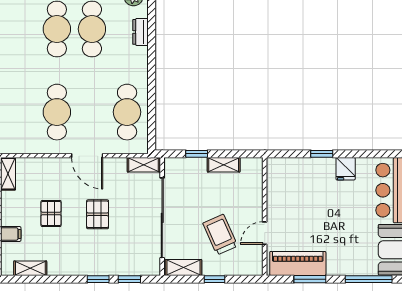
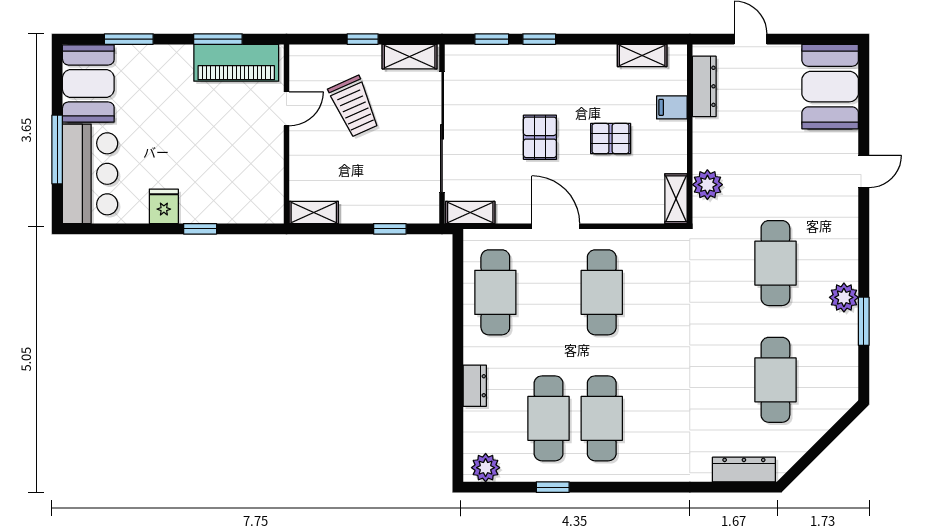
dresser: (141, 32) -> (475, 386), moved
shelving: (224, 165) -> (314, 212), moved
pallet: (51, 213) -> (611, 139), turned 90
window: (369, 279) -> (129, 39), width x0.69

